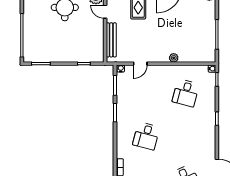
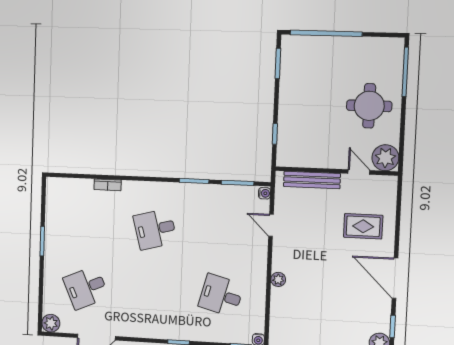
door: (105, 12) -> (359, 172), hinge flipped
desk: (146, 136) -> (155, 229), turned -30

